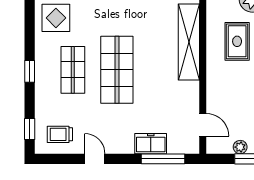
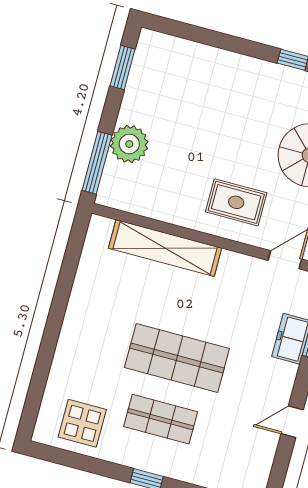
rug: (237, 41) -> (236, 202), moved
trolley: (60, 134) -> (245, 461), removed

